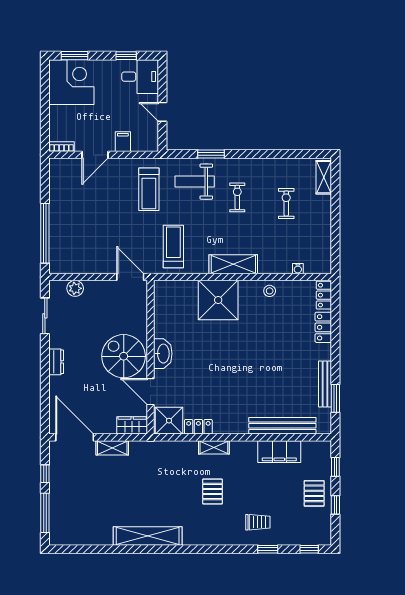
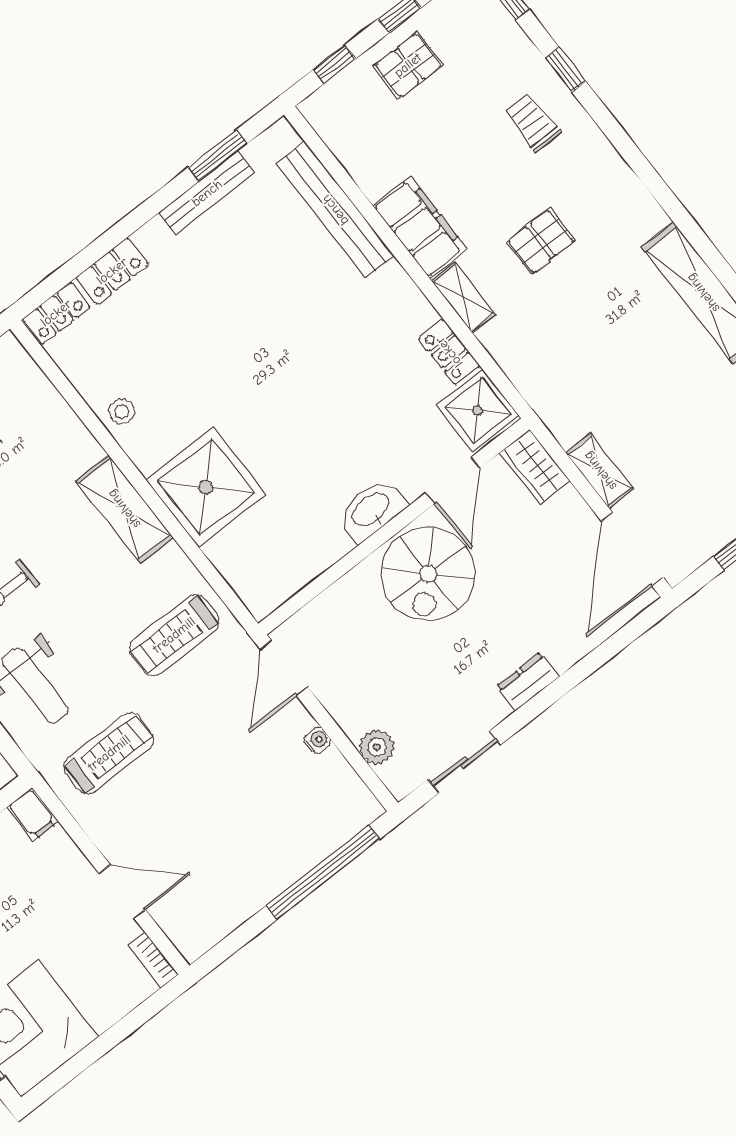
filing cabinet: (123, 142) -> (33, 814), moved, turned -90
water cooler: (298, 269) -> (317, 740), moved
filing cabinet: (279, 452) -> (420, 227), moved

